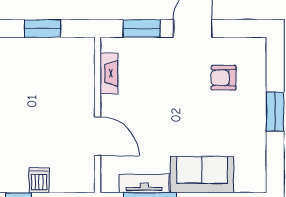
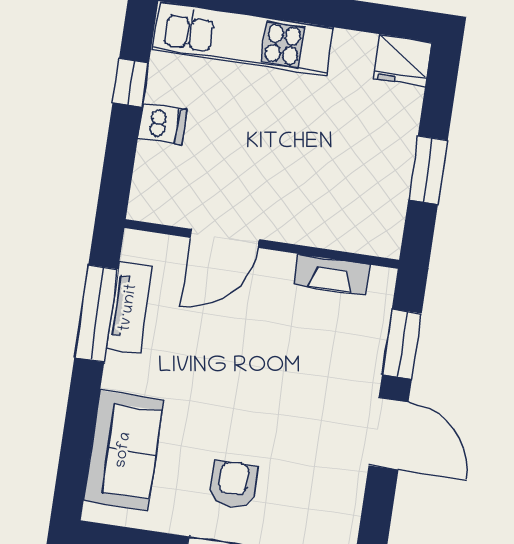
armchair: (224, 78) -> (233, 484), moved
sofa: (202, 175) -> (124, 450), moved

